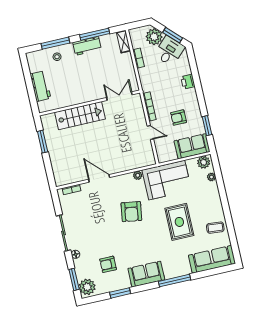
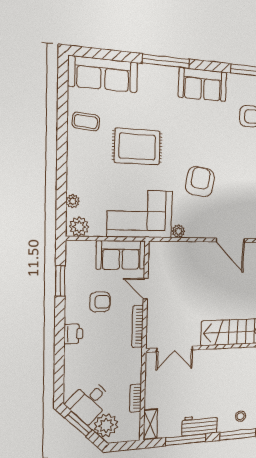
printer: (188, 82) -> (73, 334), moved
sofa: (192, 146) -> (121, 255), moved
rug: (179, 222) -> (137, 147), turned 90

